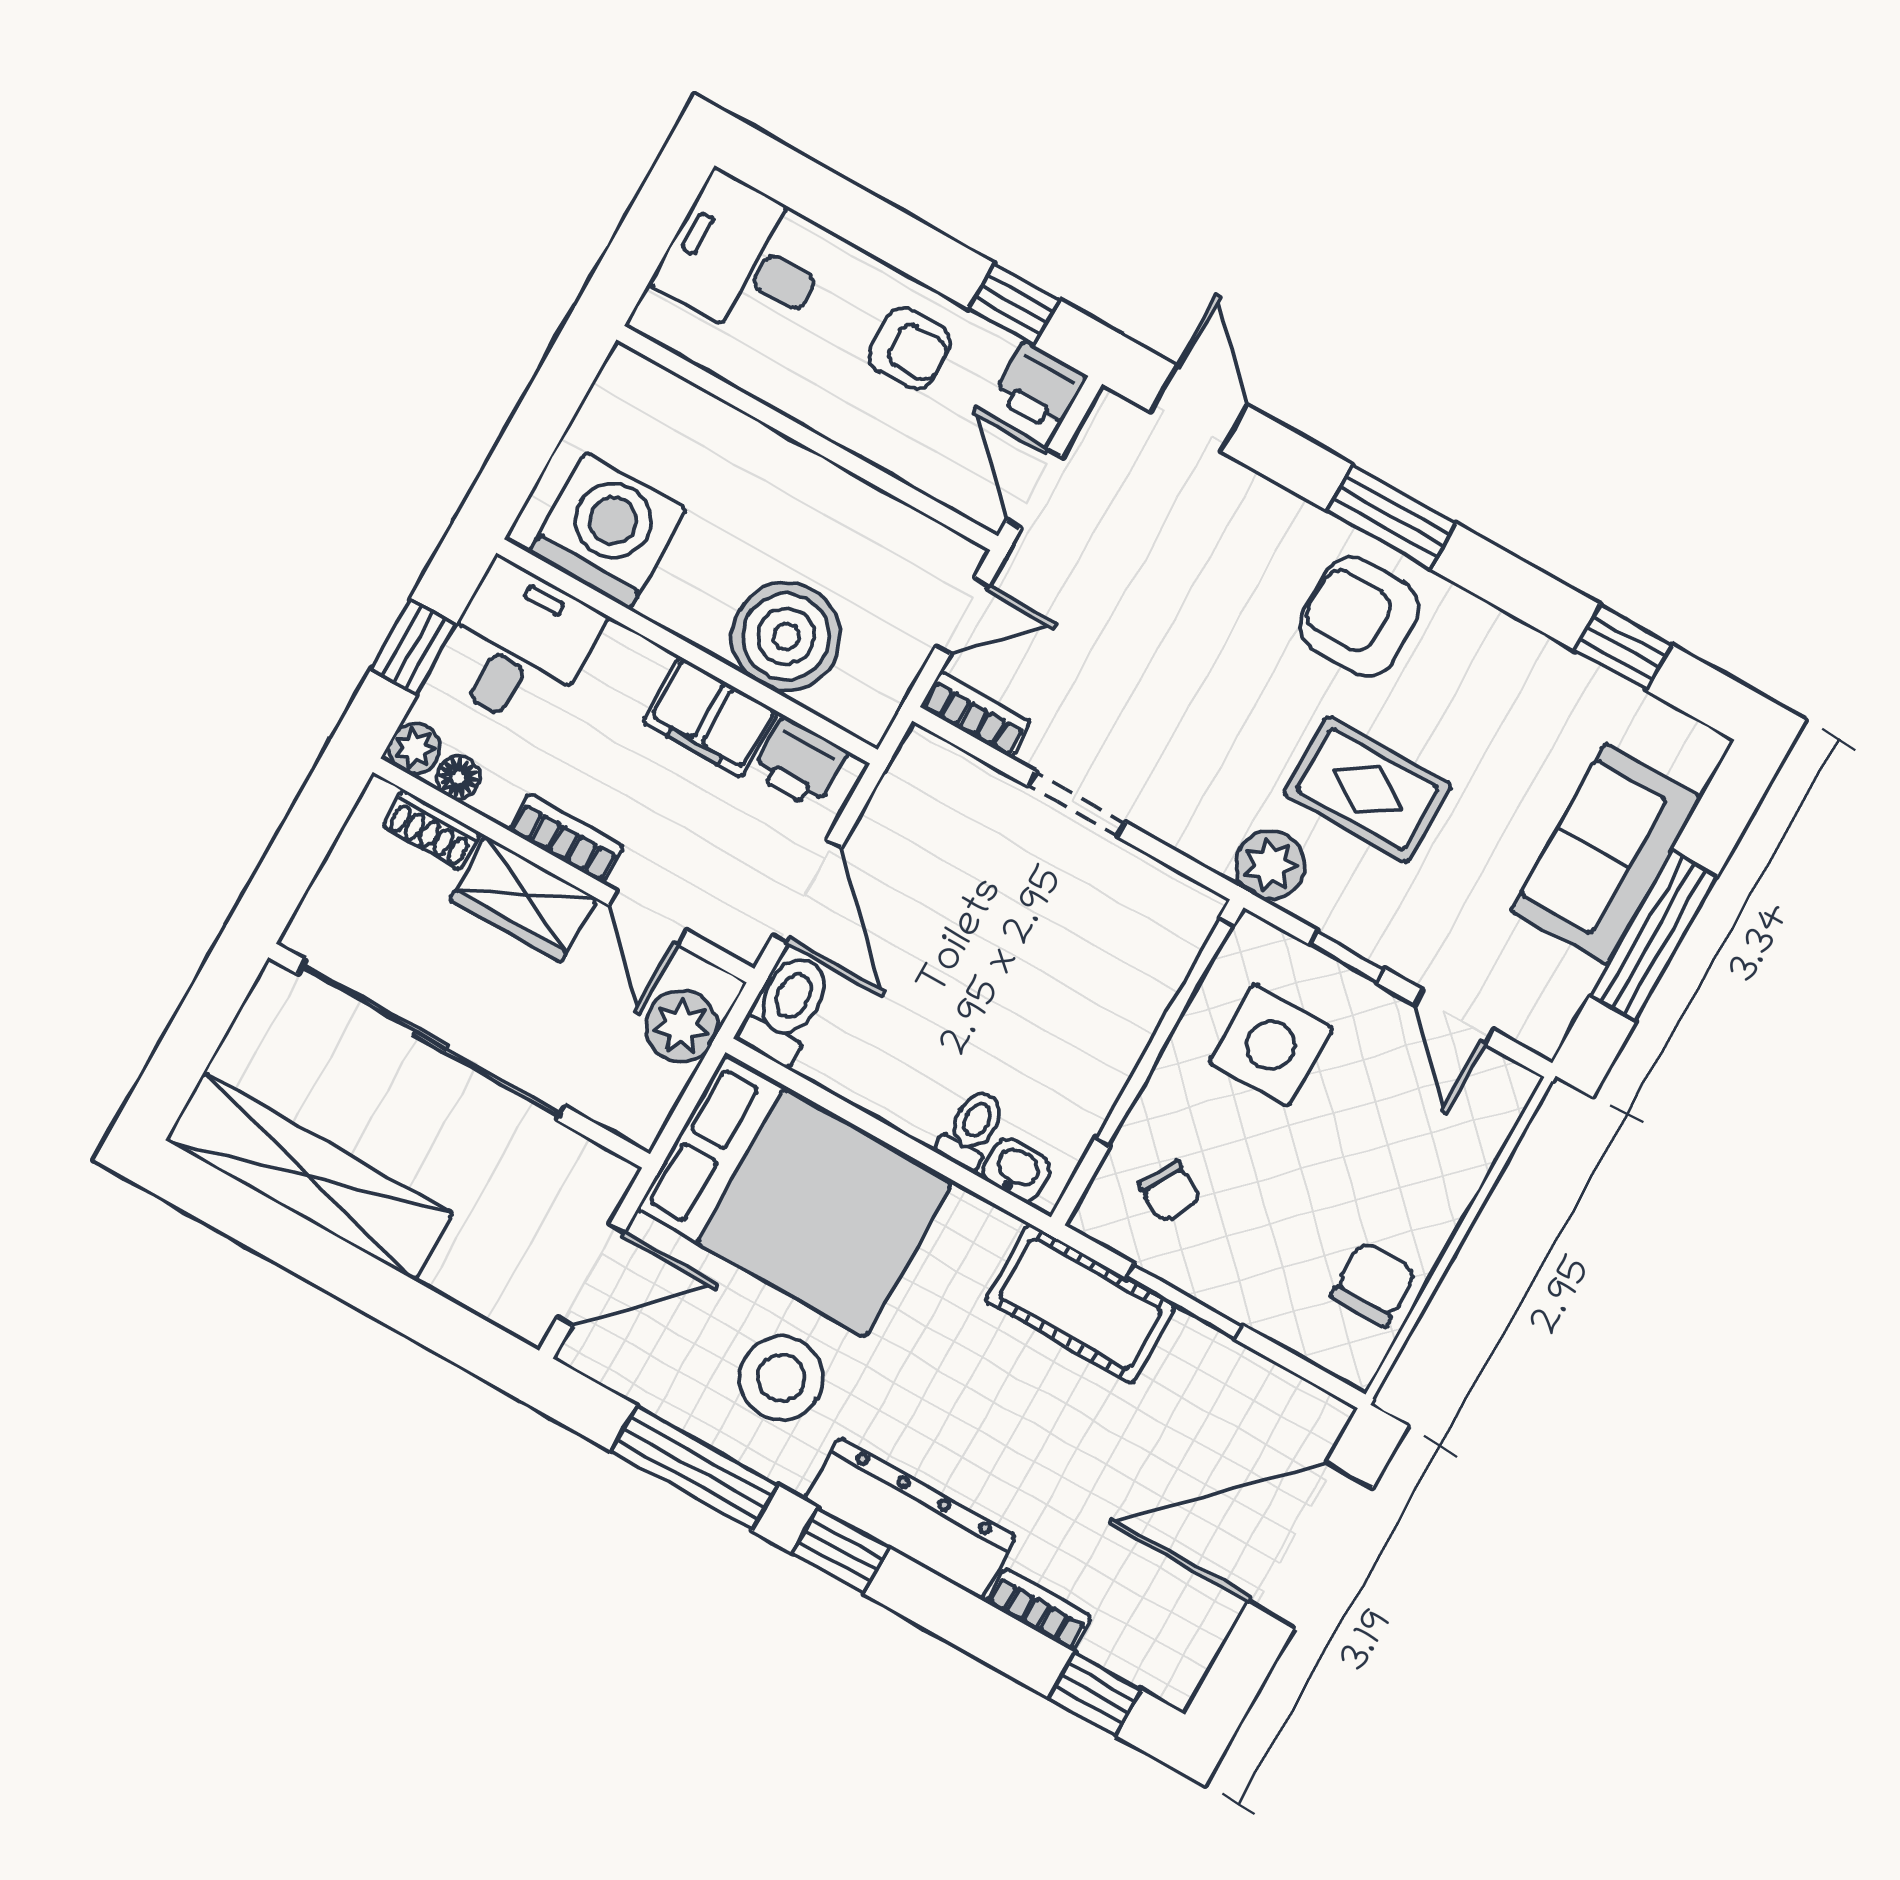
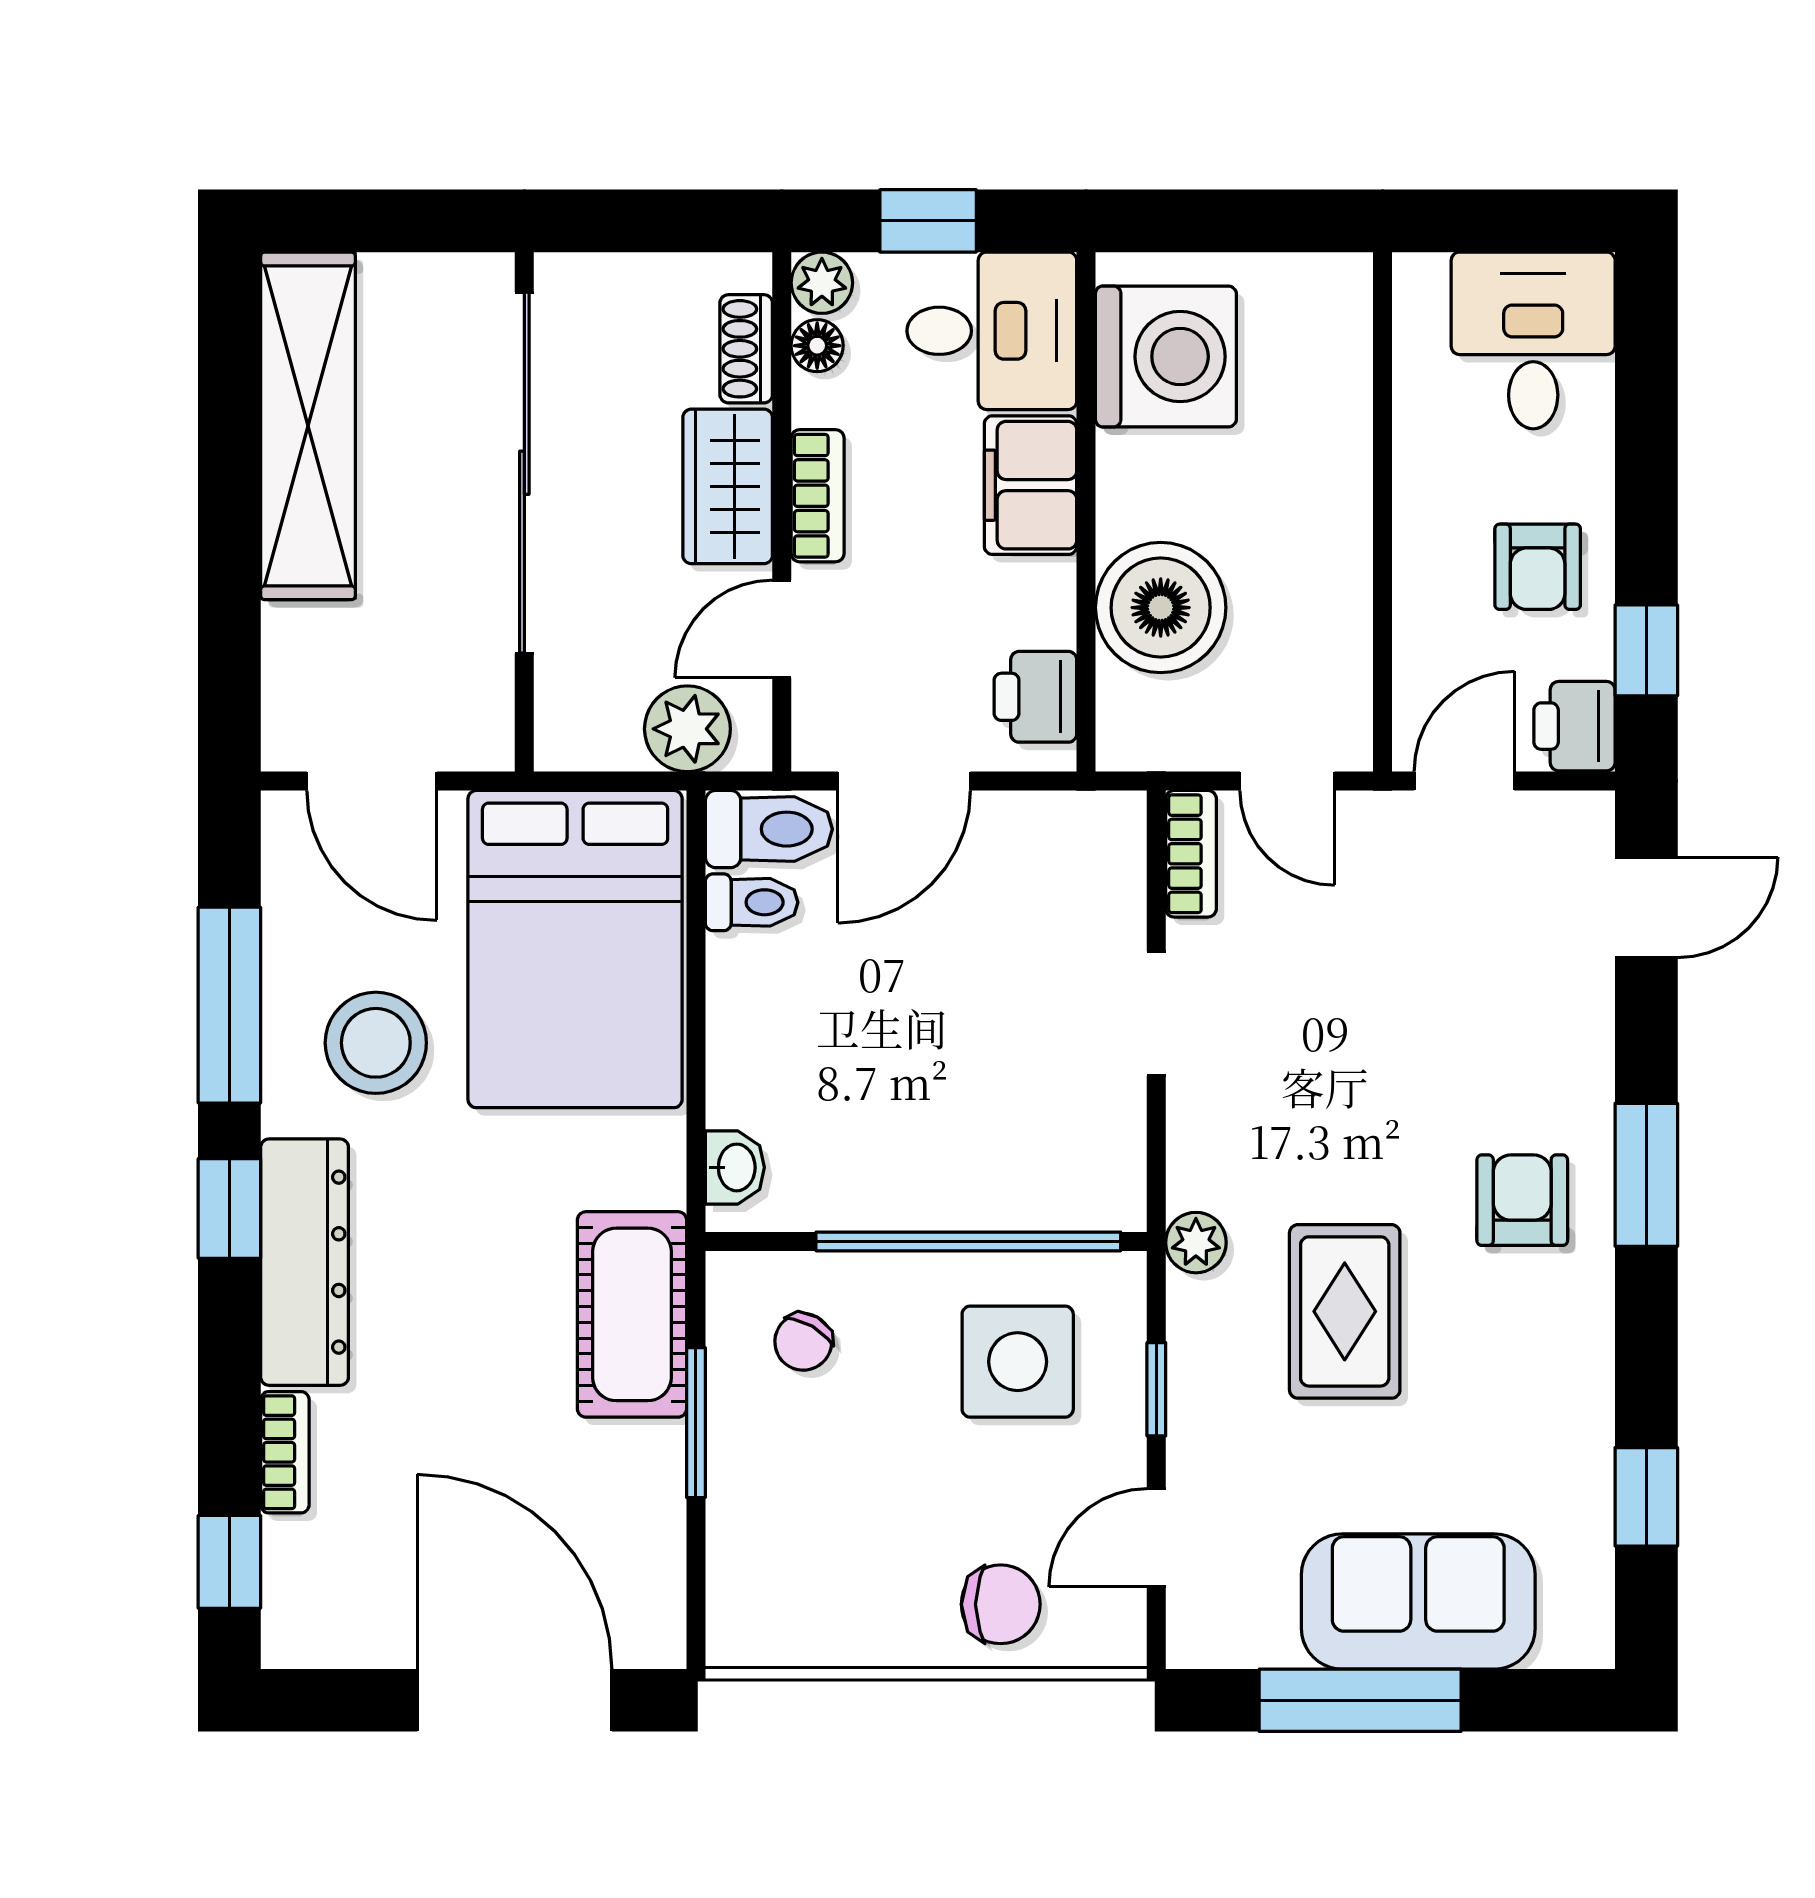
armchair: (1359, 617) -> (1522, 1200), width x0.72, depth x0.72
filing cabinet: (710, 717) -> (1031, 485), moved
plant: (1270, 865) -> (1196, 1243), width x0.73, depth x0.73
toilet: (972, 1129) -> (752, 902), moved
chair: (1374, 1284) -> (1001, 1604), moved

